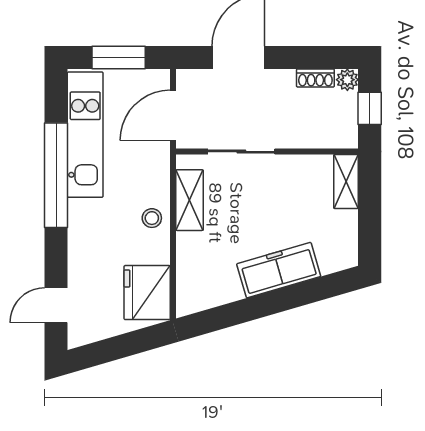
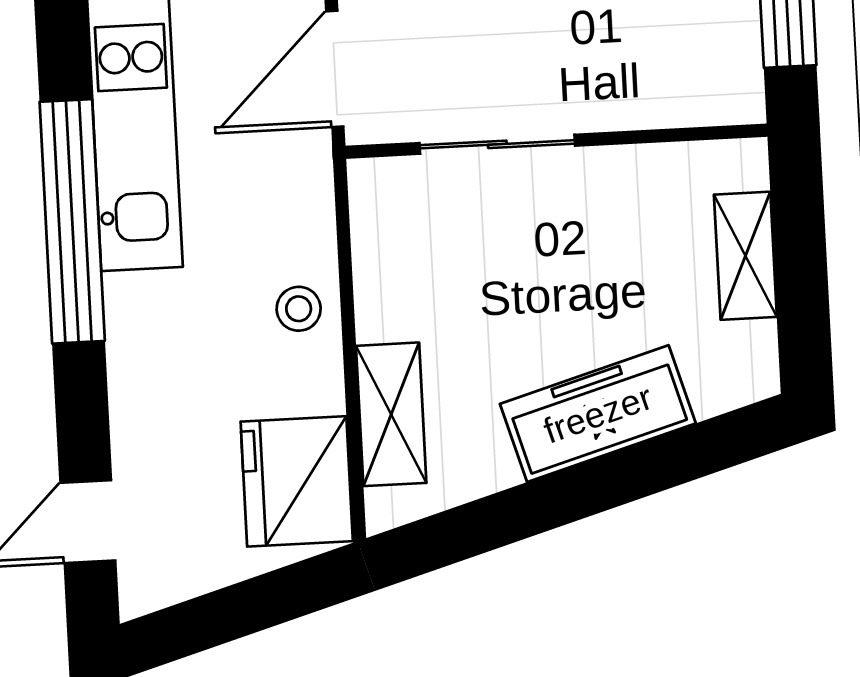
shelving: (346, 182) -> (745, 256), moved
shelving: (189, 200) -> (391, 414), moved

